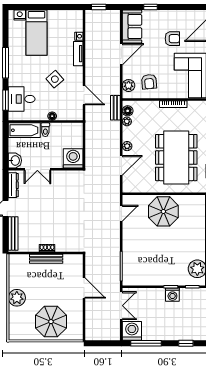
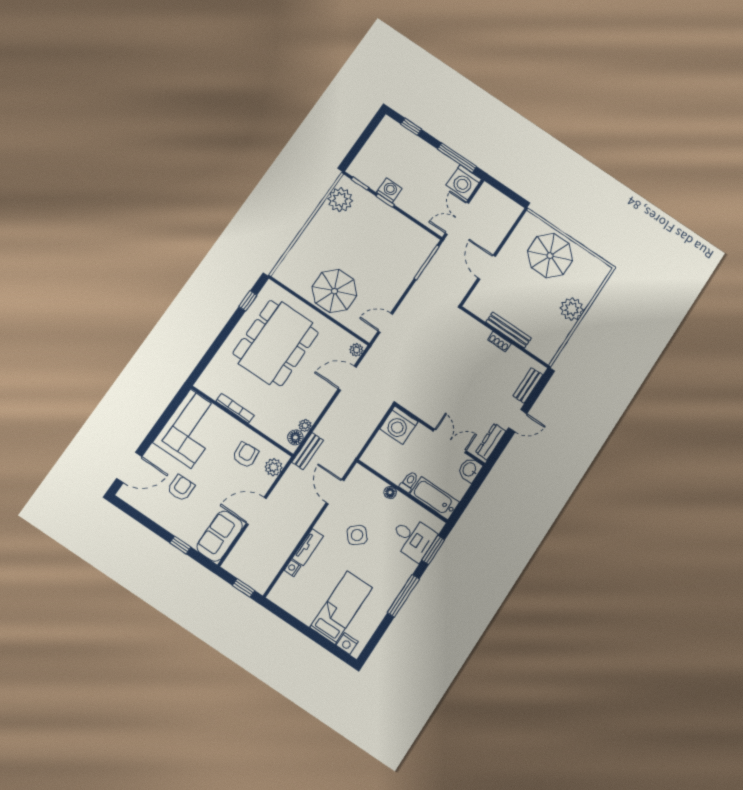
armchair: (172, 39) -> (181, 488), turned 90
plant: (127, 146) -> (356, 350), moved
bench: (13, 233) -> (528, 385), width x0.73

